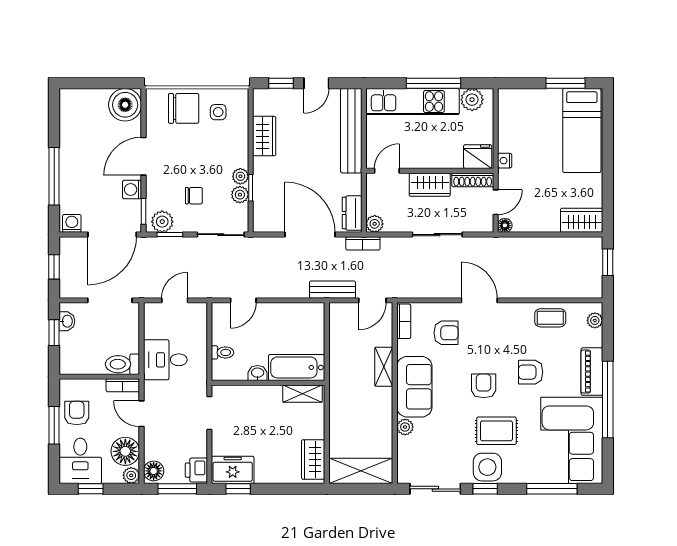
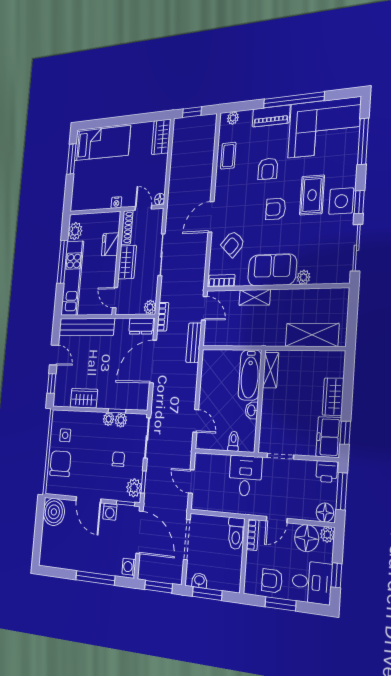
fridge: (478, 157) -> (110, 244), moved
window: (54, 267) -> (158, 587), width x1.50
window: (54, 333) -> (207, 594), width x1.50
armchair: (446, 333) -> (233, 244), turned -138
desk: (165, 360) -> (245, 476), moved, turned 180
wardrobe: (313, 460) -> (333, 397), moved, turned 90
shelving: (361, 471) -> (312, 335), moved, turned 90

